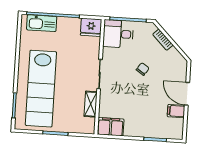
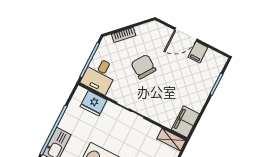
fridge: (91, 27) -> (94, 103), moved, turned 90
chair: (143, 69) -> (143, 67), width x1.87, depth x1.87
shelving: (91, 104) -> (171, 140), moved

